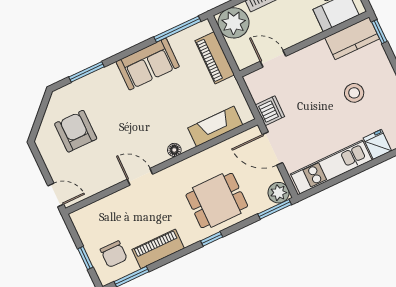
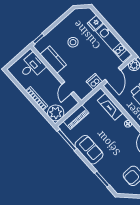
kitchen counter: (352, 38) -> (53, 59), moved

